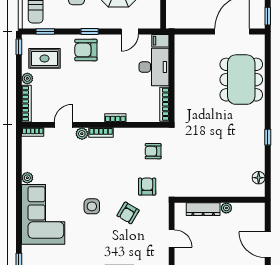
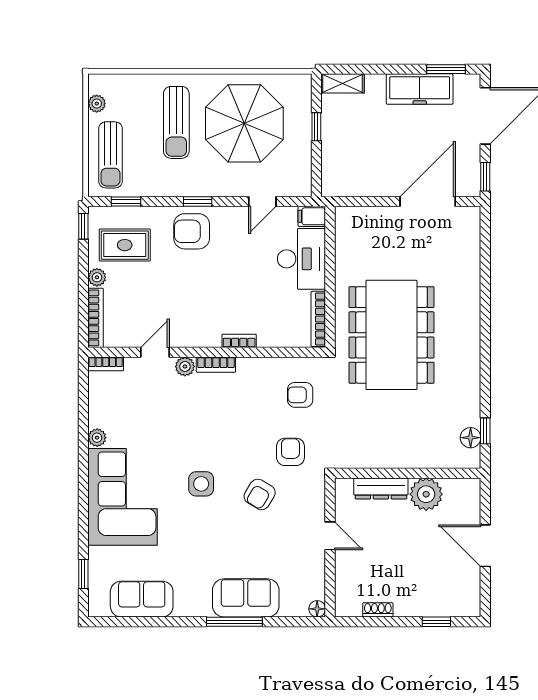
dining table: (241, 80) -> (391, 335), moved, width x1.36, depth x1.24
window: (268, 137) -> (485, 431), moved
plant: (226, 208) -> (426, 494), width x1.88, depth x1.88

